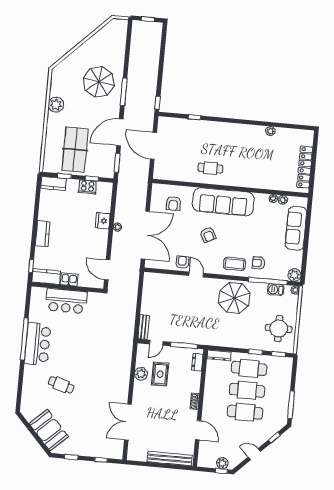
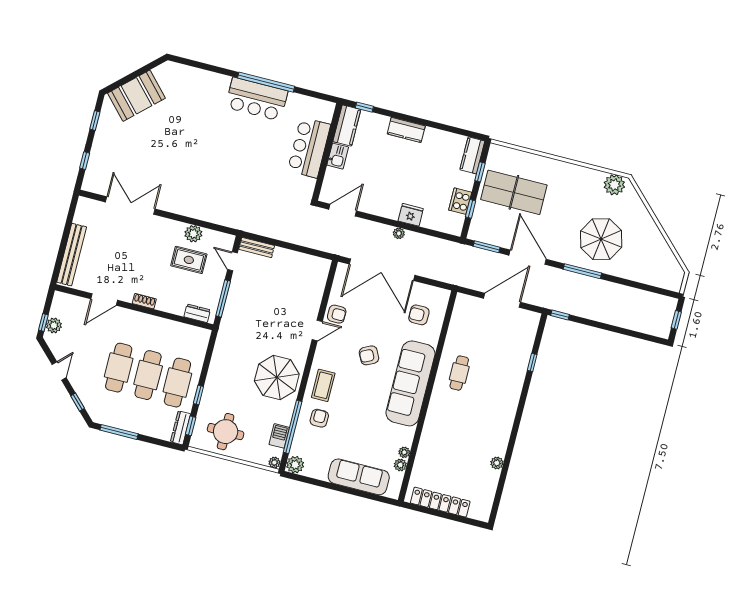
plant: (56, 105) -> (614, 185), moved
dresser: (219, 355) -> (180, 428), moved
cafe table: (61, 385) -> (196, 122), removed

